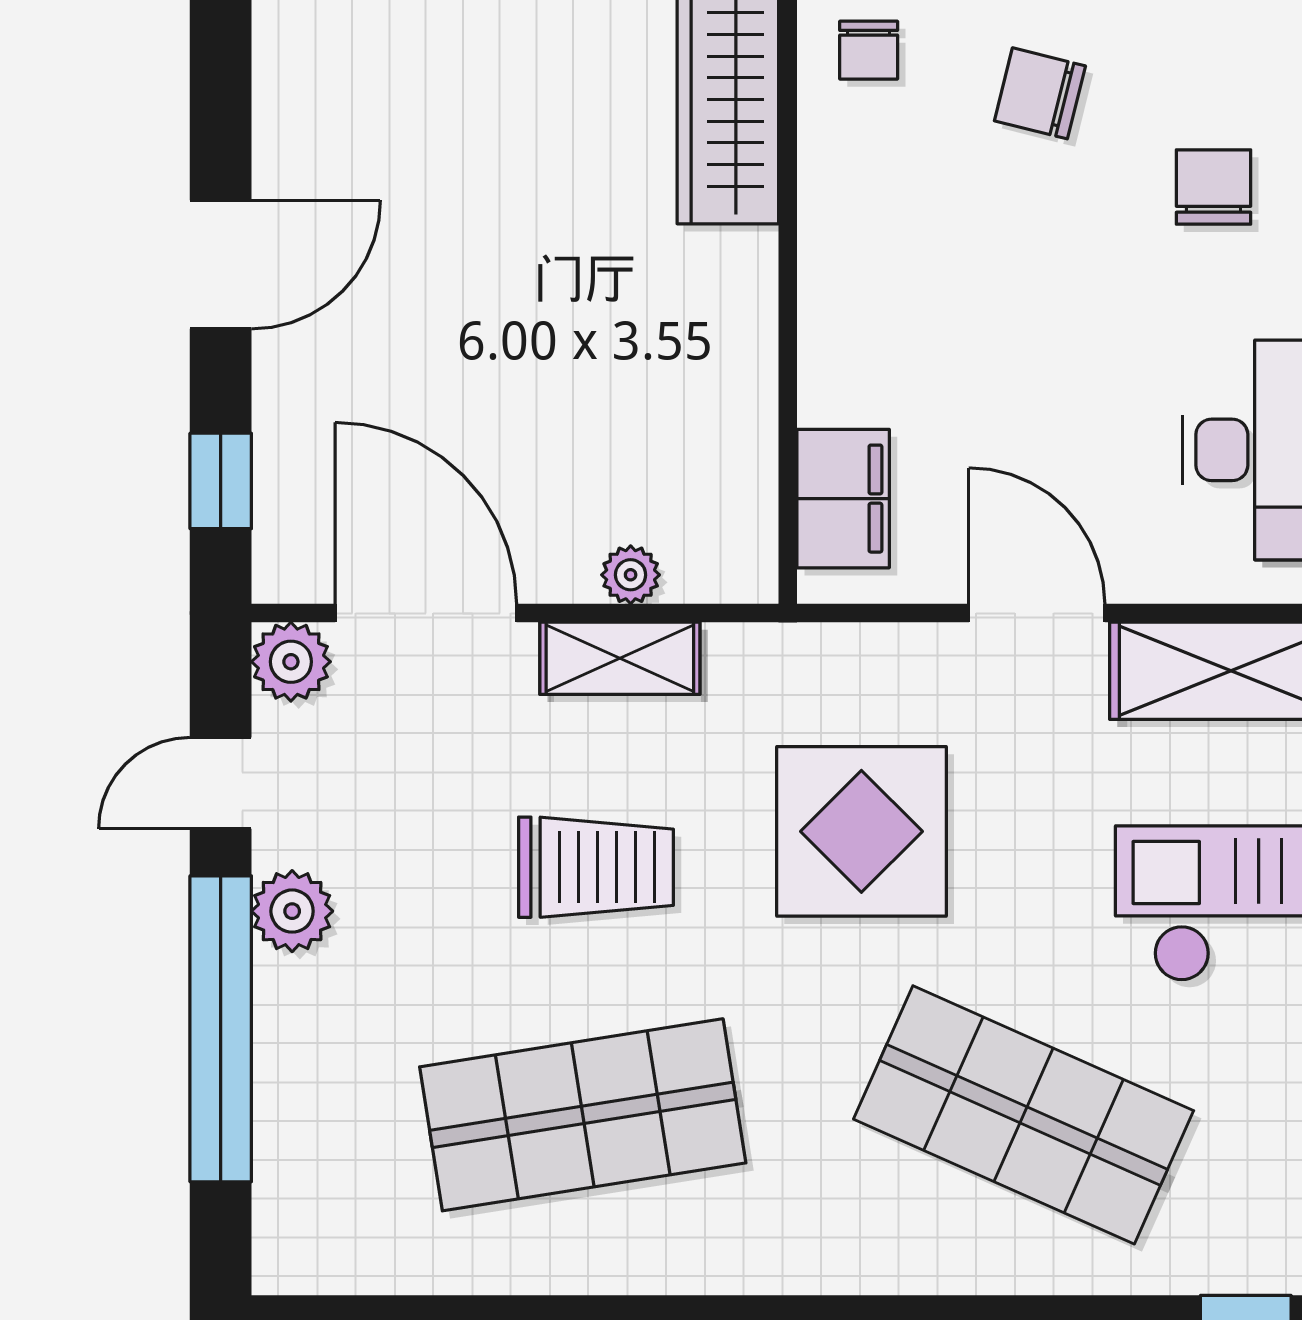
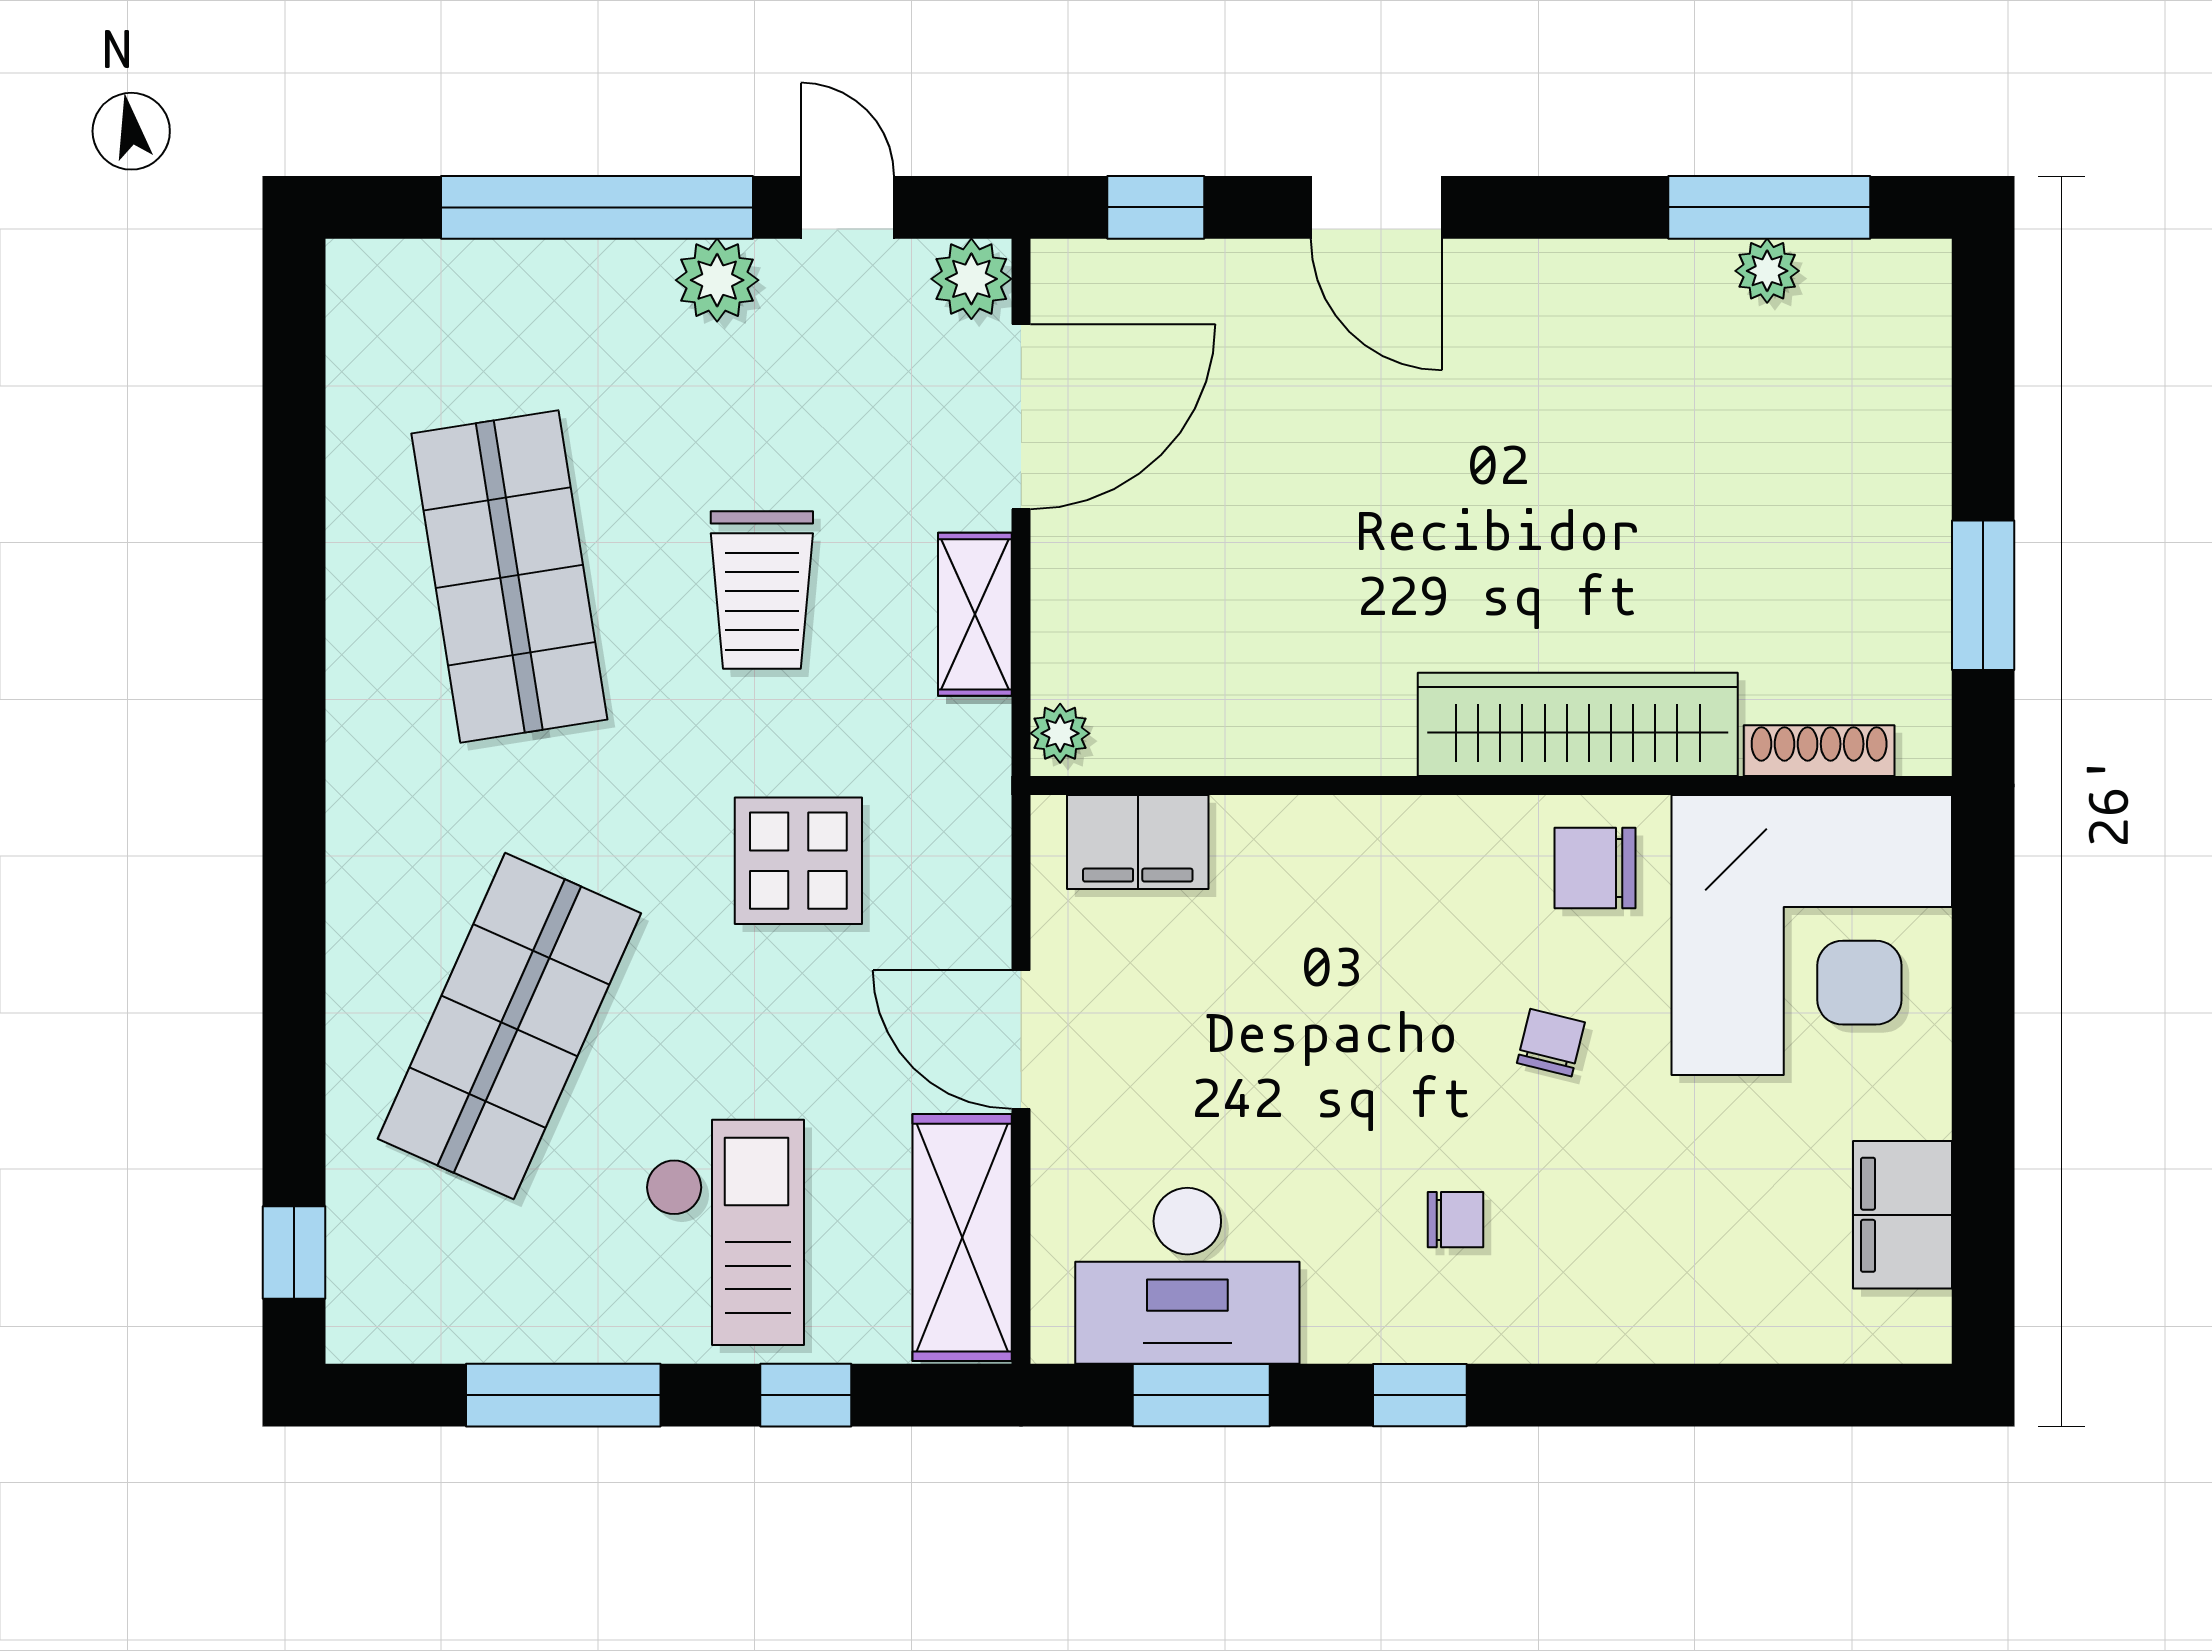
chair: (869, 50) -> (1595, 868), width x1.37, depth x1.37
chair: (1040, 93) -> (1551, 1043), width x0.73, depth x0.73
chair: (1213, 187) -> (1455, 1220), width x0.73, depth x0.73
plant: (631, 575) -> (1060, 733), moved
door: (1037, 613) -> (1021, 1040), swing flipped
display table: (861, 831) -> (798, 861), width x0.73, depth x0.73

